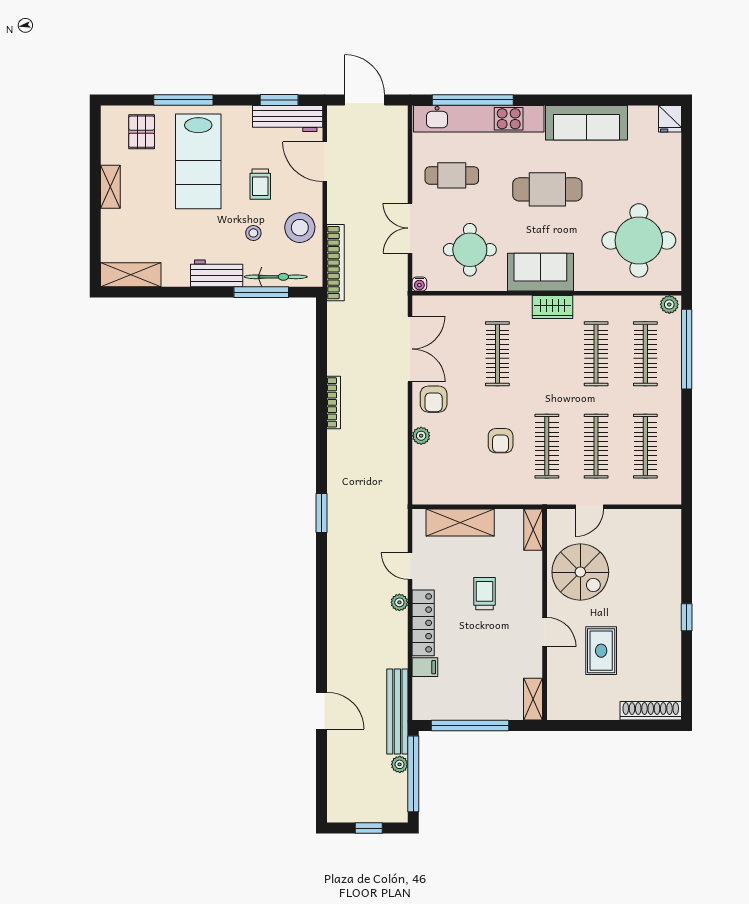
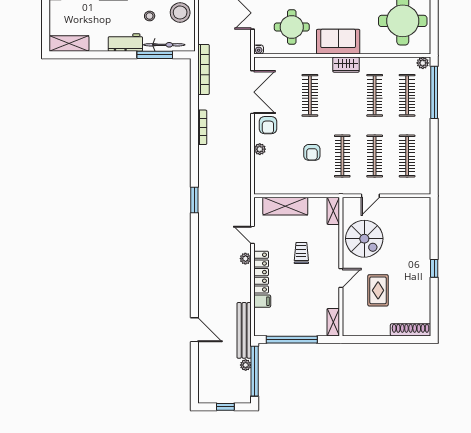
bookcase: (336, 263) -> (204, 69), moved
door: (545, 632) -> (341, 278), hinge flipped

